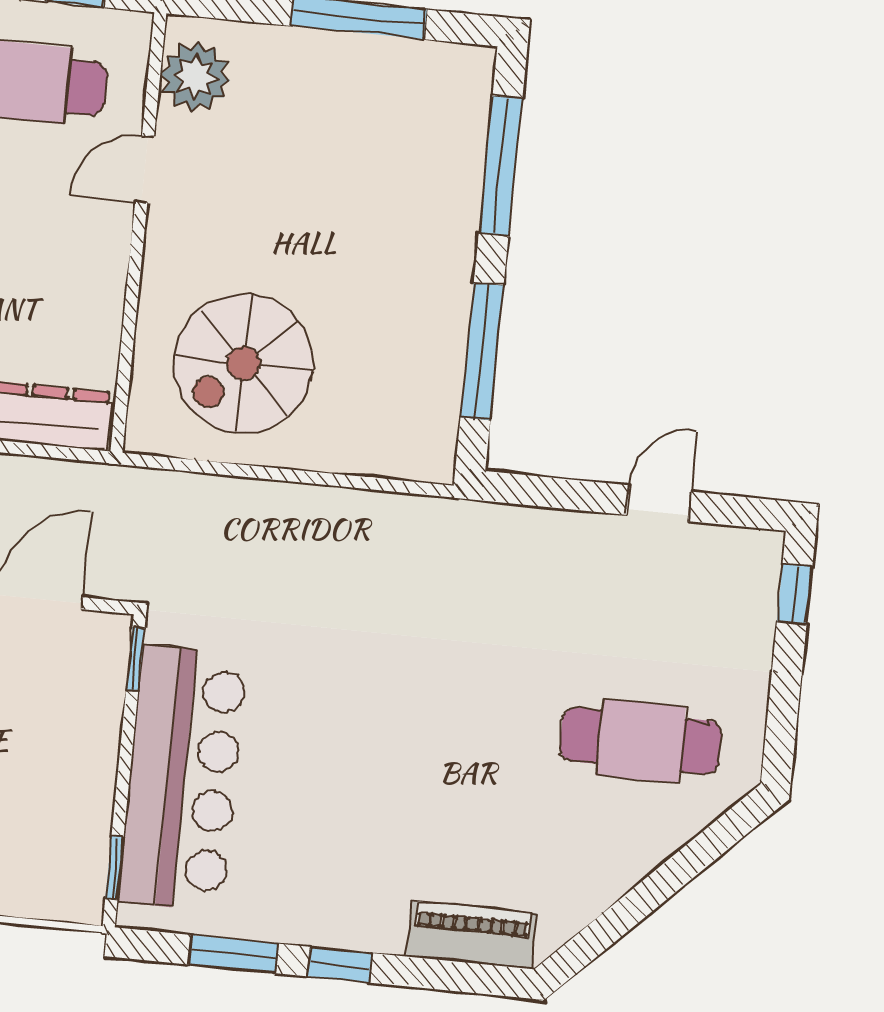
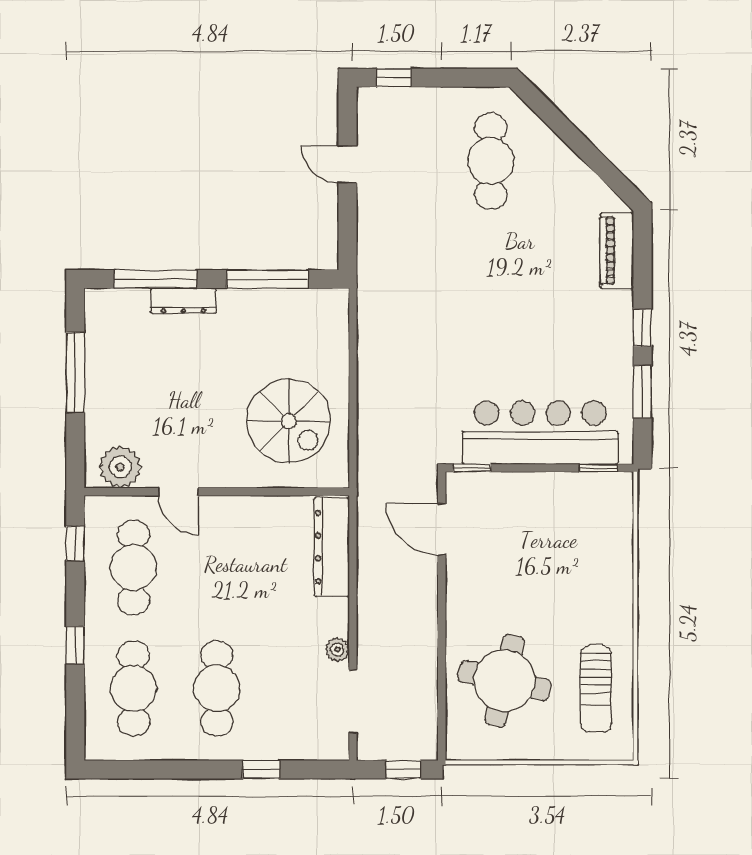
dresser: (460, 209) -> (183, 301), added

